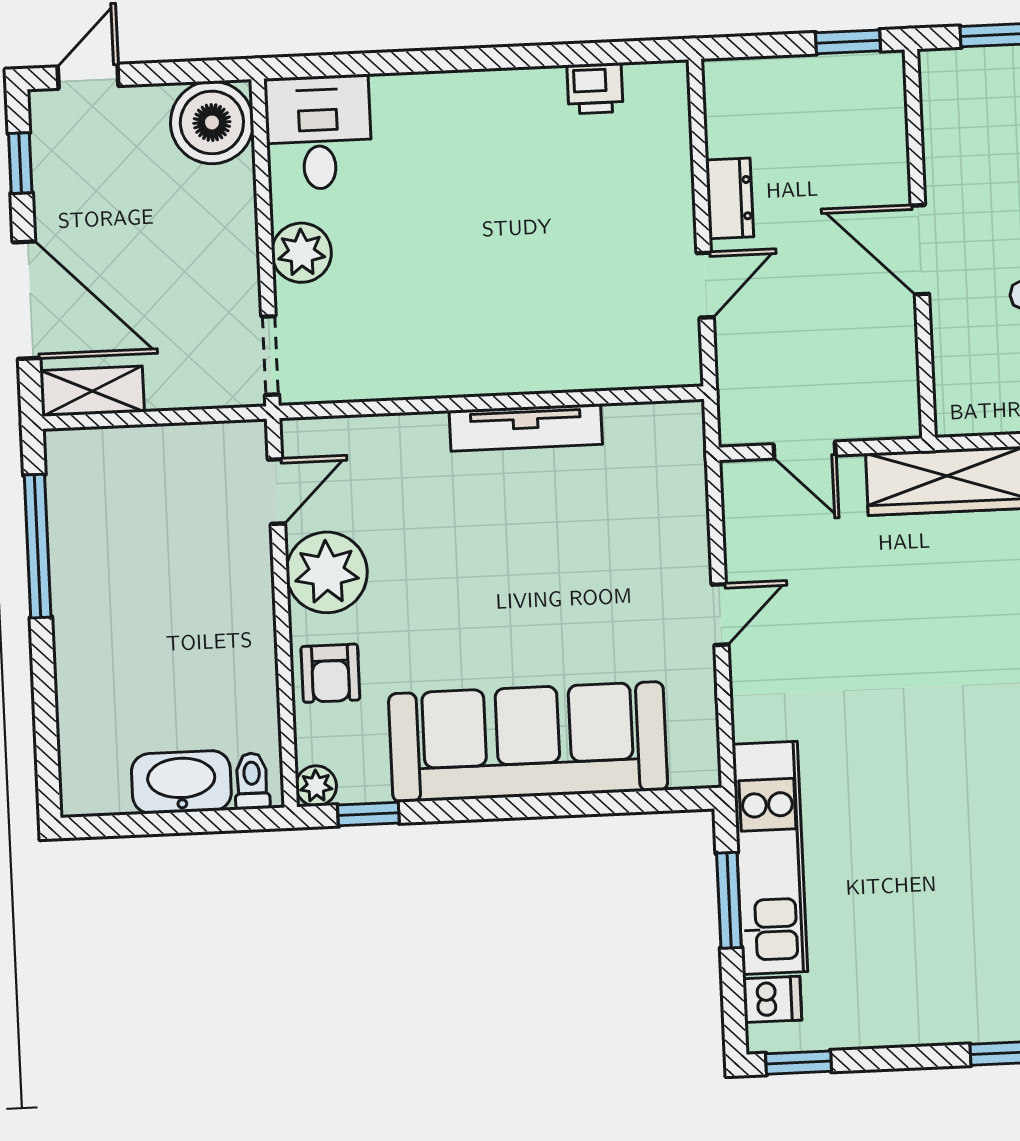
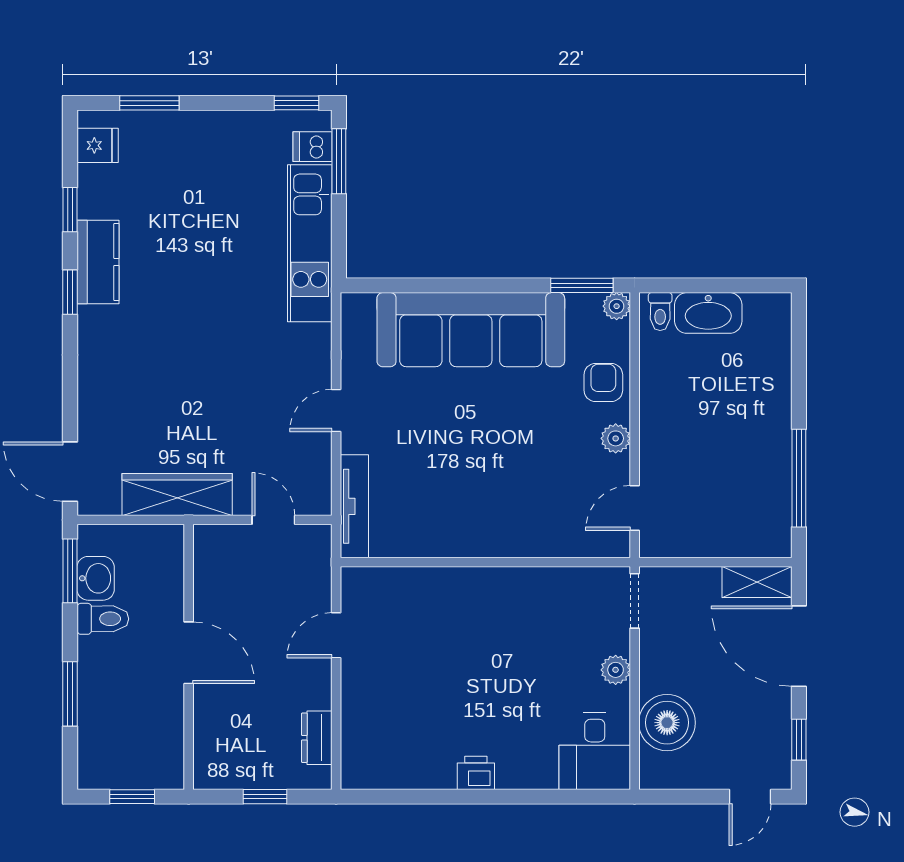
window: (848, 42) -> (265, 797), moved
printer: (595, 88) -> (476, 773), moved
boiler: (212, 122) -> (667, 723), moved
dresser: (730, 198) -> (317, 738), moved
plant: (301, 253) -> (616, 670), width x0.73, depth x0.73
tv unit: (526, 427) -> (354, 506), moved, turned 90
plant: (327, 572) -> (616, 438), width x0.53, depth x0.53
window: (368, 814) -> (582, 285), width x1.50
window: (729, 900) -> (339, 161), moved

